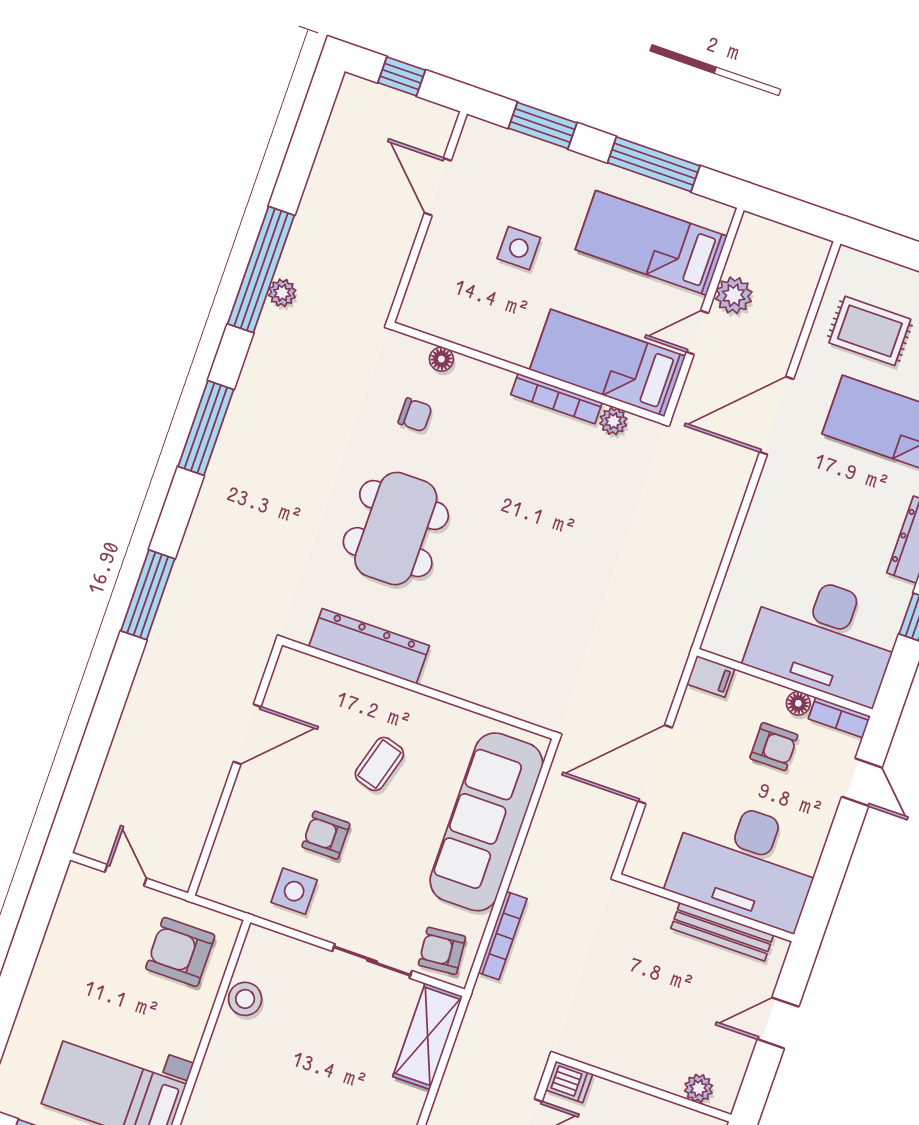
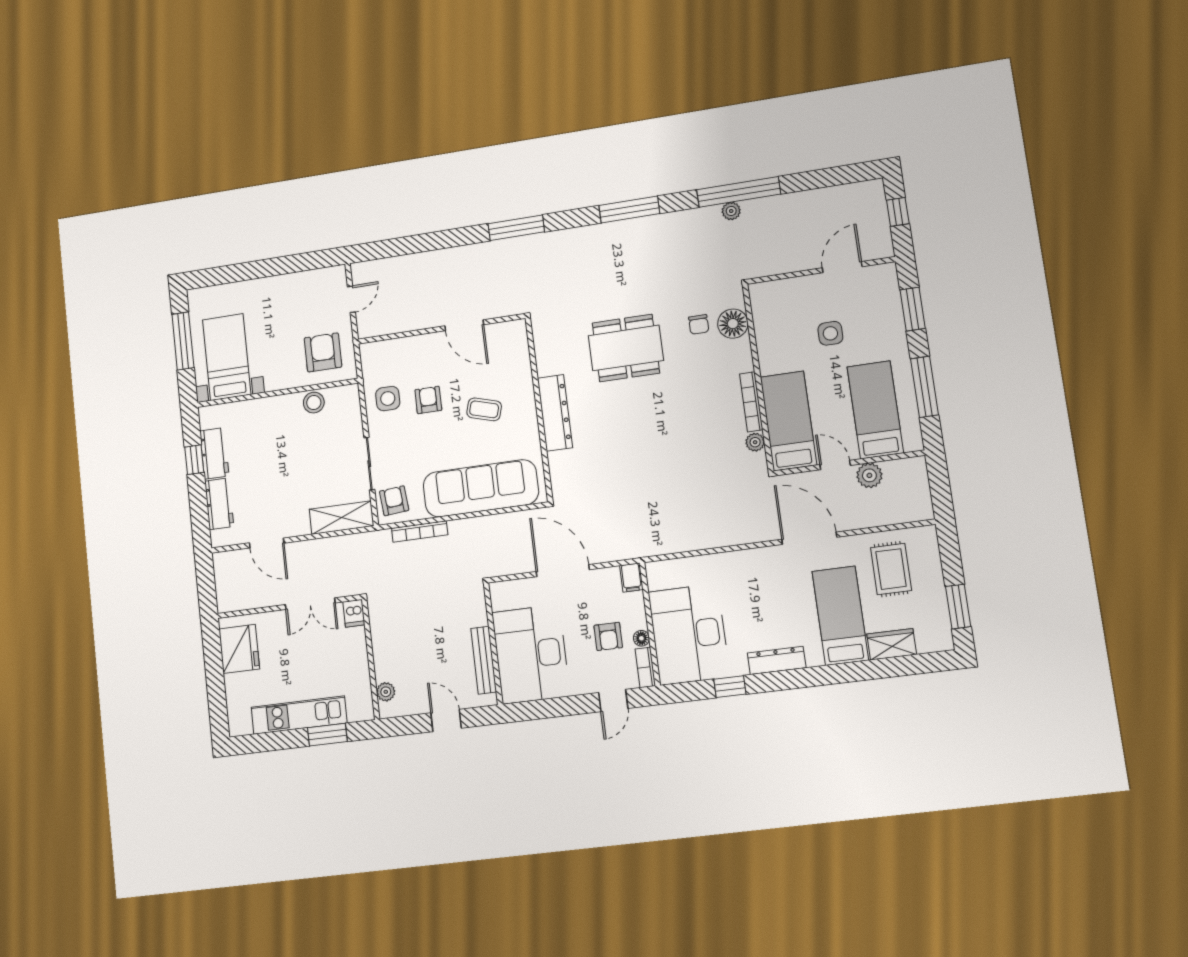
floor lamp: (441, 359) -> (733, 324), width x1.89, depth x1.89
dresser: (369, 646) -> (555, 413), moved

